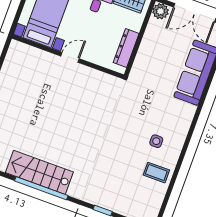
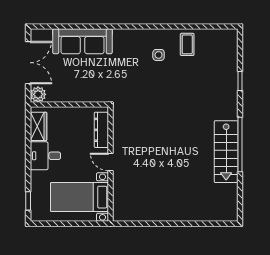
dresser: (126, 48) -> (101, 130), moved, turned 90

